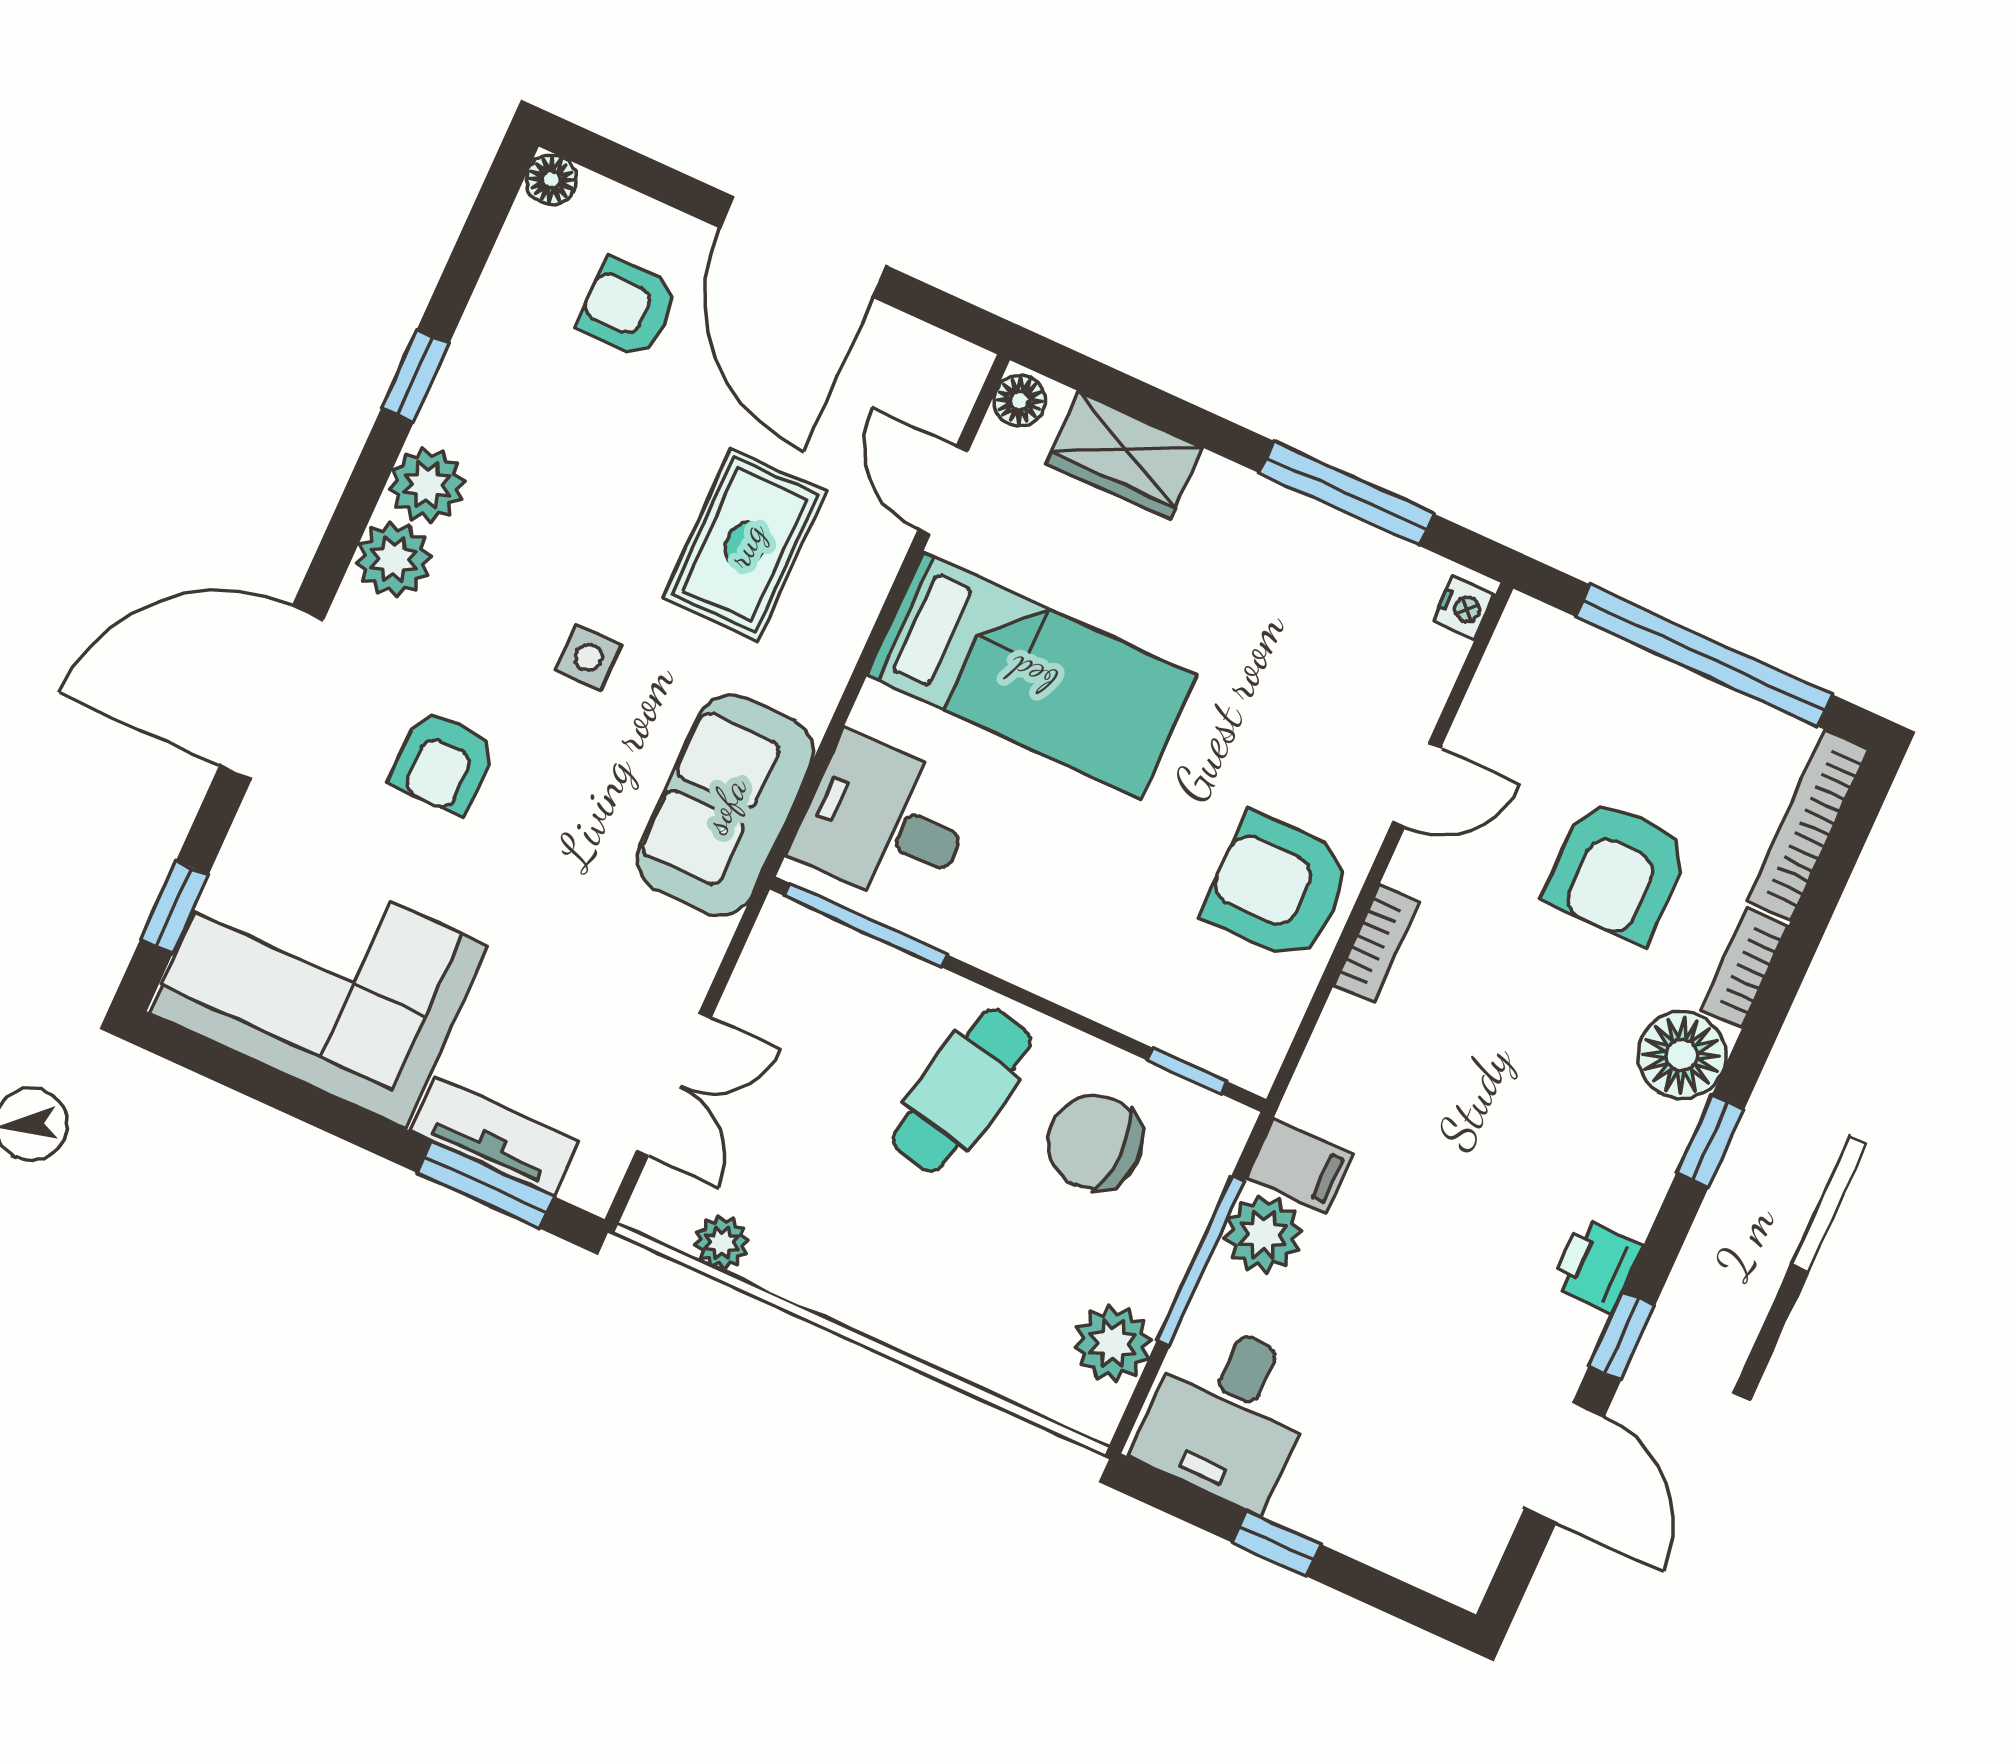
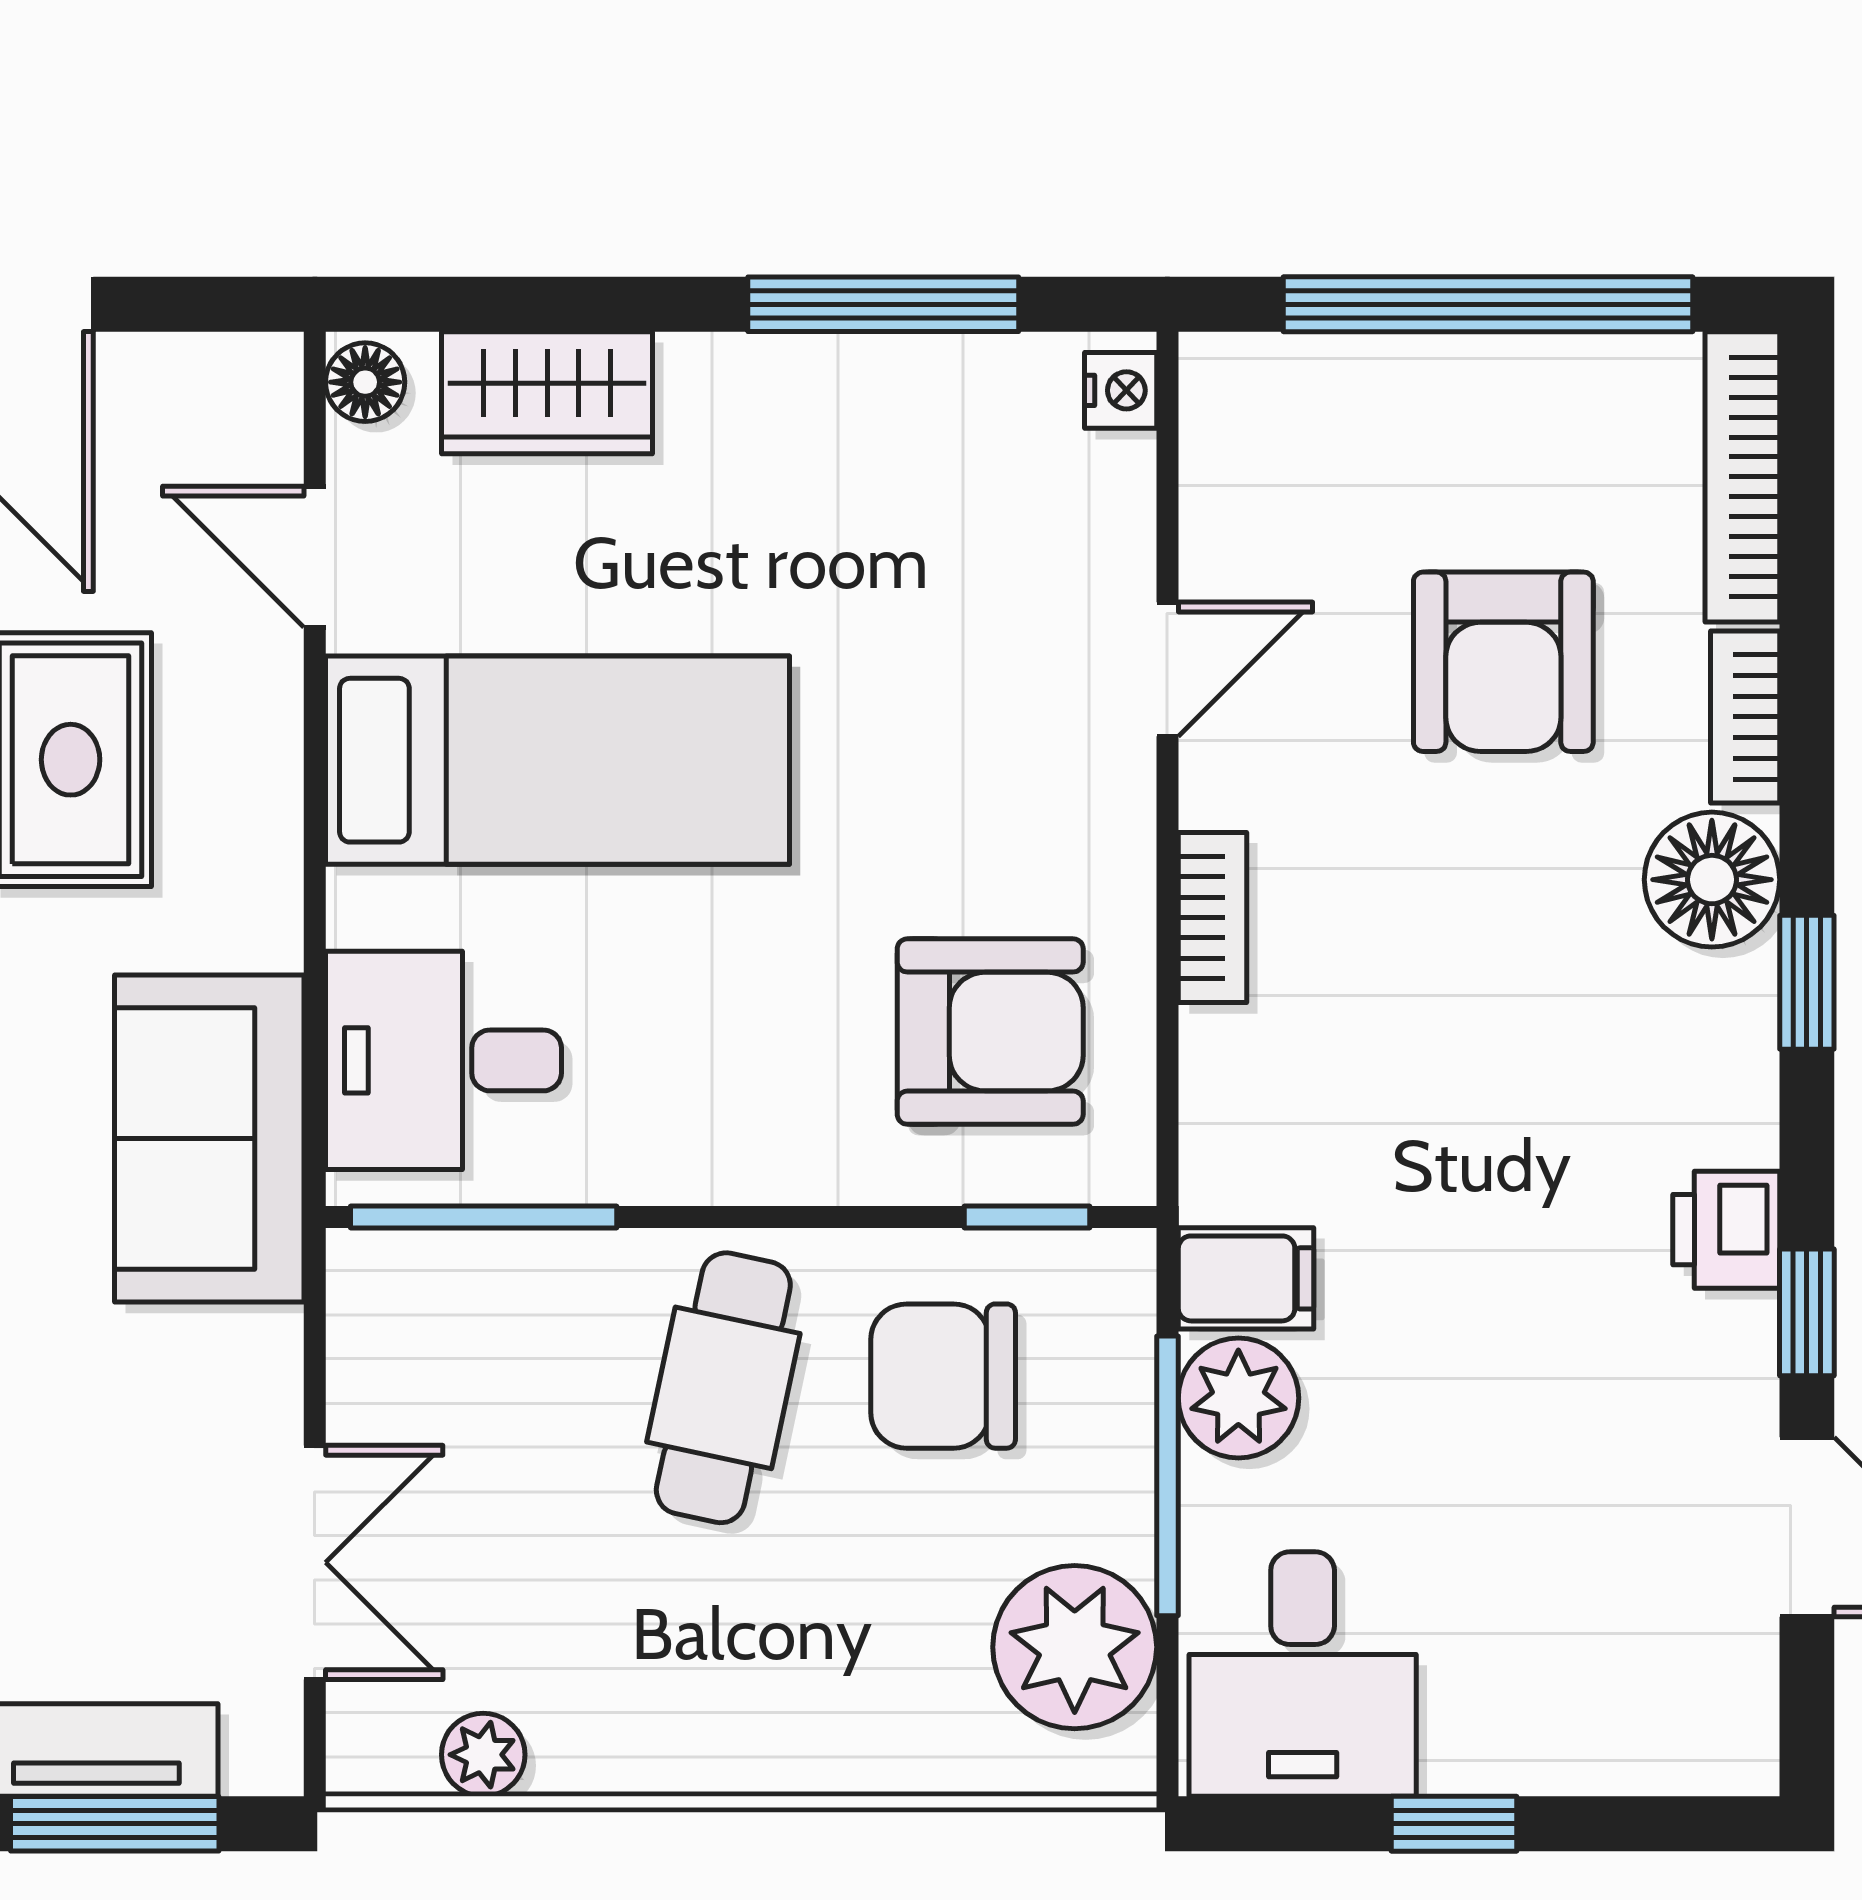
armchair: (1278, 887) -> (990, 1032), moved, turned 180
plant: (1113, 1343) -> (1075, 1647), width x1.36, depth x1.36

